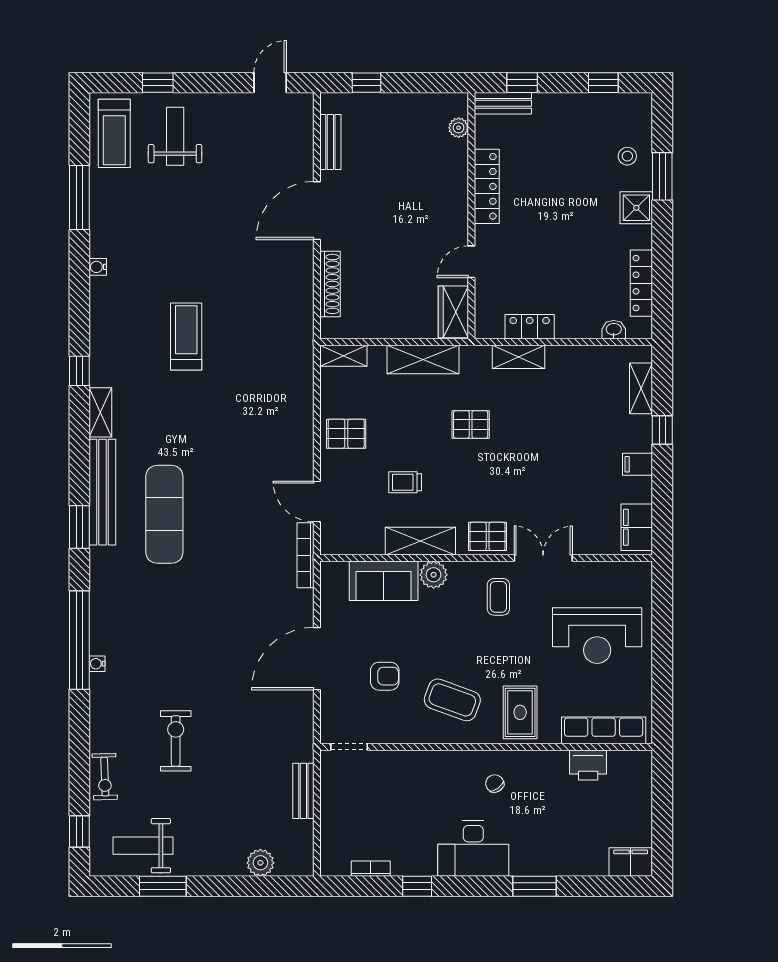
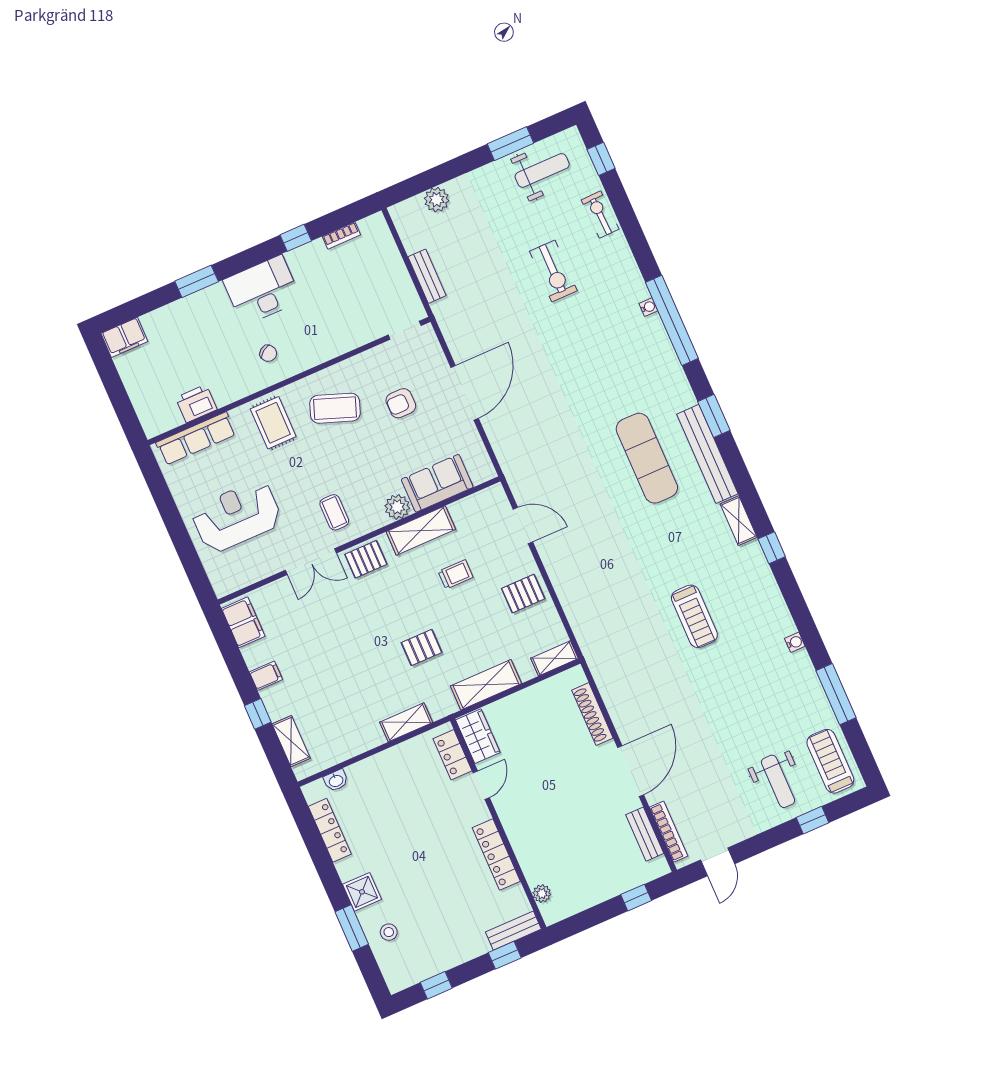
locker: (530, 327) -> (452, 755), moved, turned 90
bookcase: (306, 555) -> (669, 832), moved

